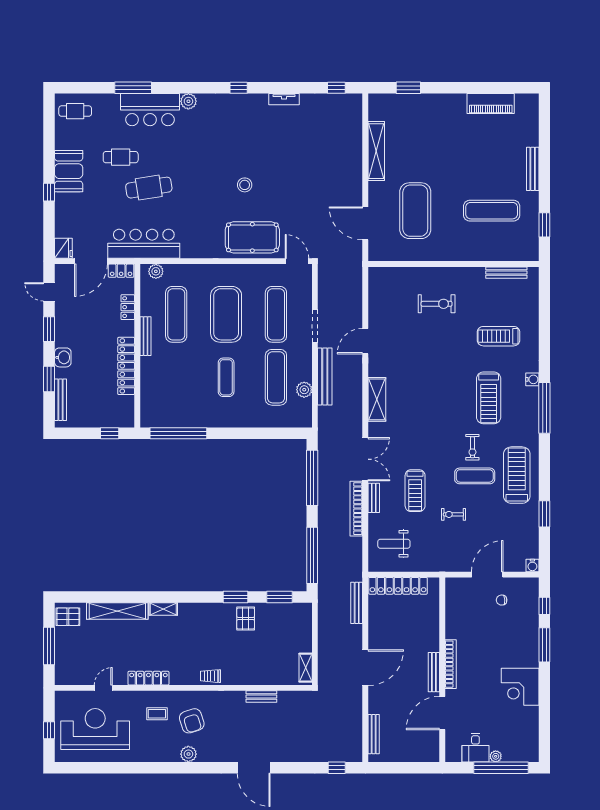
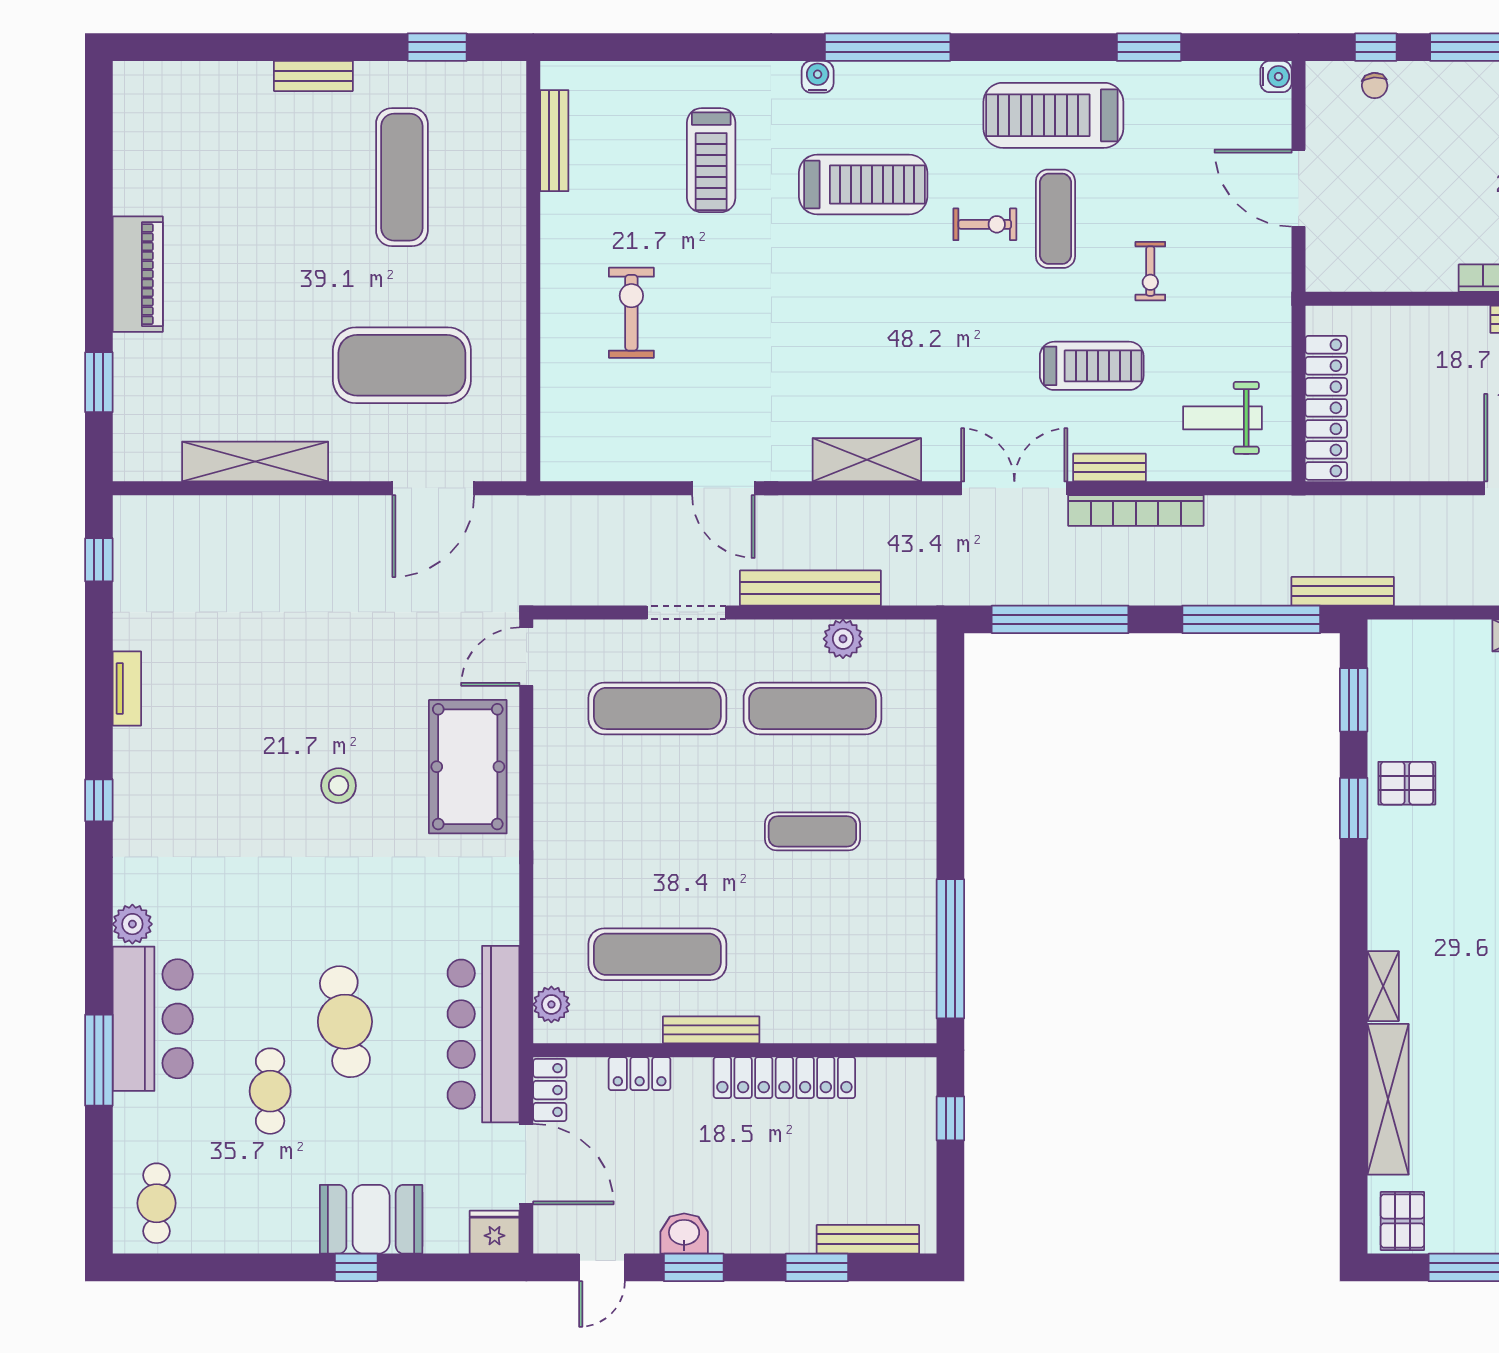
piano: (491, 103) -> (138, 274), moved
bench: (533, 169) -> (313, 76), width x0.73
booth: (69, 171) -> (371, 1219), moved
exercise mat: (226, 314) -> (657, 831), removed
washbasin: (63, 357) -> (684, 1234), moved
weight bench: (394, 544) -> (1223, 418), turned 90
chair: (502, 600) -> (1375, 86), moved
bench: (357, 603) -> (1343, 591), moved

